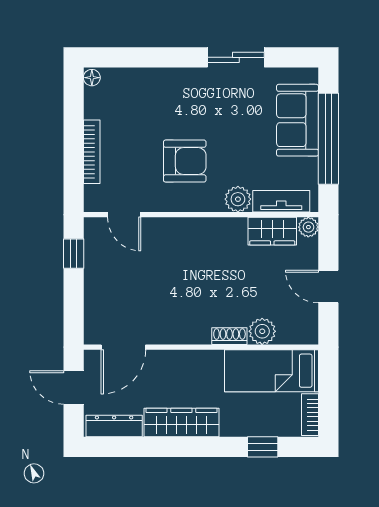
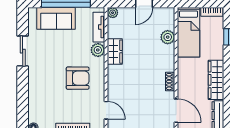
armchair: (185, 161) -> (78, 78), turned 90
door: (124, 215) -> (106, 110), hinge flipped
wardrobe: (272, 231) -> (115, 52), moved
shoe rack: (229, 336) -> (170, 82), moved

